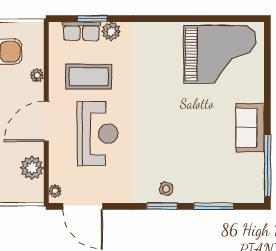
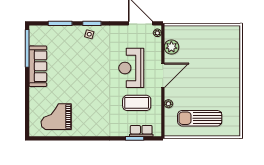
plant: (111, 31) -> (123, 131), removed
grand piano: (220, 54) -> (56, 117), width x0.73, depth x0.68
sofa: (250, 128) -> (38, 66), width x1.36

